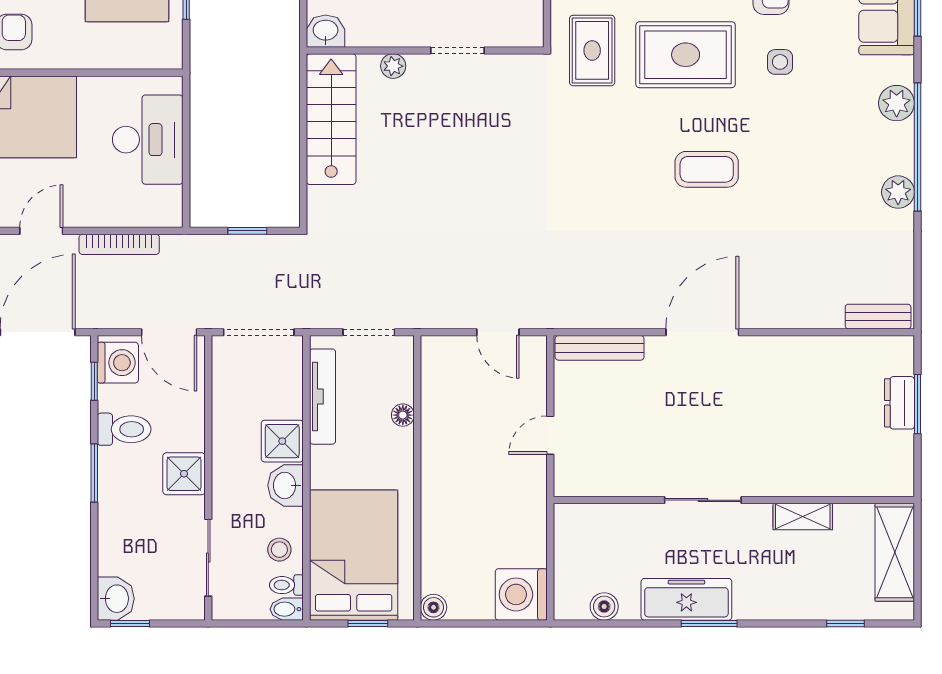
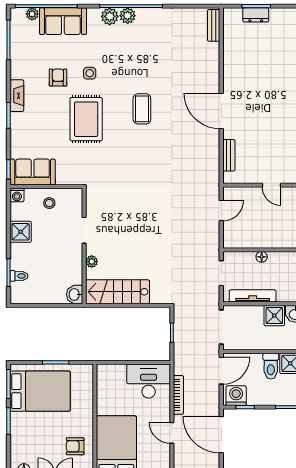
rug: (592, 50) -> (84, 165), removed
desk: (148, 140) -> (149, 381), moved
plant: (898, 192) -> (128, 16), moved
bench: (600, 348) -> (229, 155), width x0.73
toilet: (124, 429) -> (271, 366), moved, turned 180

